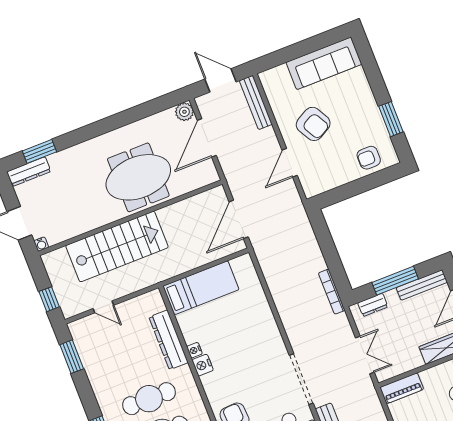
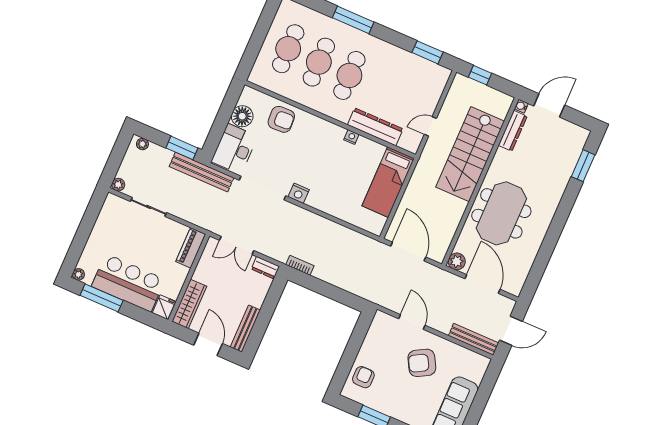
plant: (184, 112) -> (457, 261), moved
dresser: (29, 172) -> (513, 131), moved, turned 180
window: (395, 281) -> (266, 314), removed
bookcase: (332, 292) -> (300, 265), width x0.64
dresser: (373, 305) -> (265, 268), moved, turned -90
door: (103, 307) -> (430, 126), moved
nightstand: (203, 365) -> (299, 193), moved, turned 180

